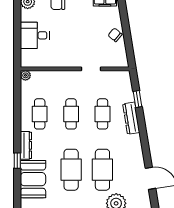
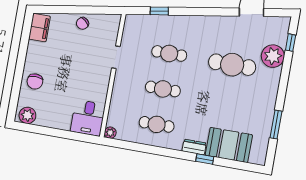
desk: (35, 35) -> (88, 118), moved
dresser: (131, 118) -> (180, 22), removed
dresser: (26, 145) -> (194, 147), width x0.70
cafe table: (71, 170) -> (226, 100), removed

